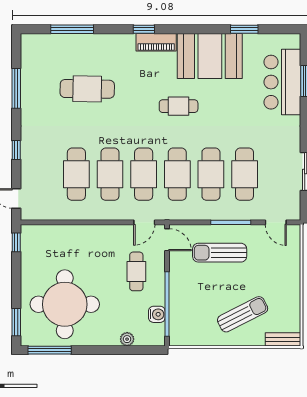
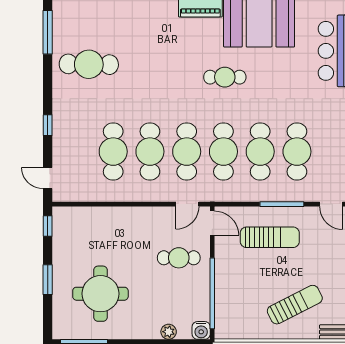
window: (16, 88) -> (48, 32), moved
cafe table: (87, 89) -> (89, 64), moved
sun lounger: (220, 253) -> (270, 237), turned 180
cafe table: (136, 271) -> (179, 258), turned 90
round table: (65, 304) -> (100, 294), width x0.73, depth x0.73
water cooler: (157, 314) -> (201, 330), moved, turned 90
window: (16, 322) -> (48, 280), moved

